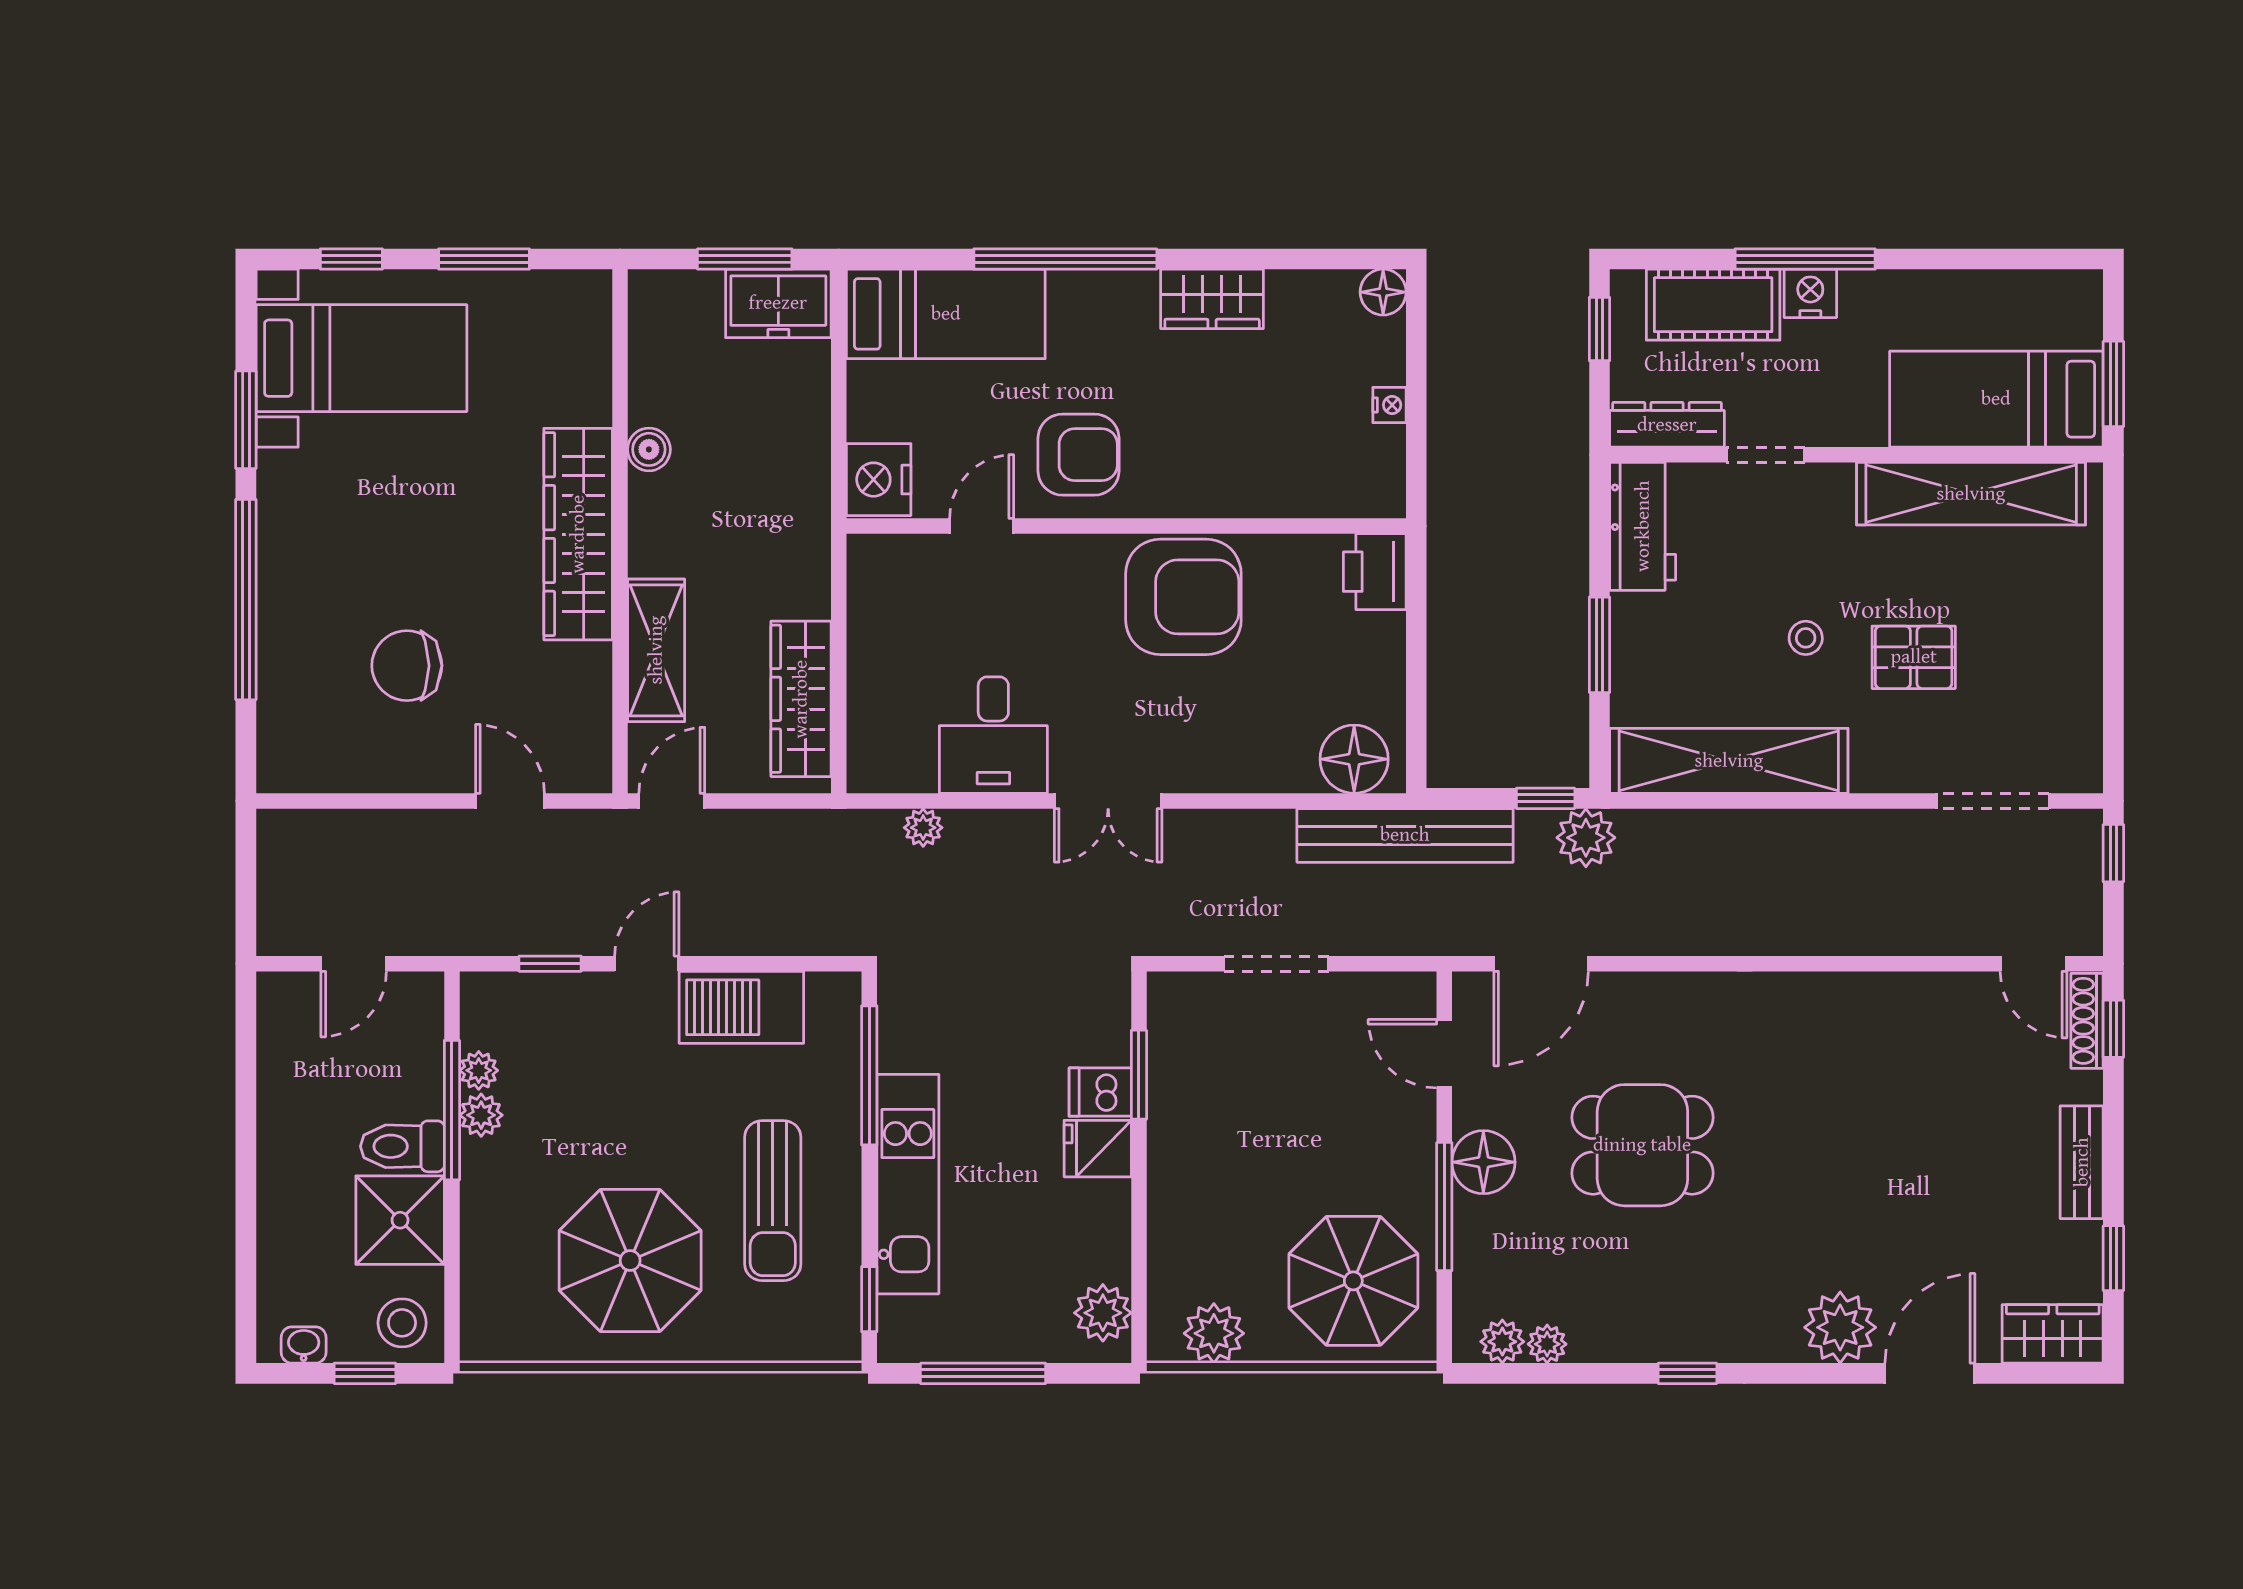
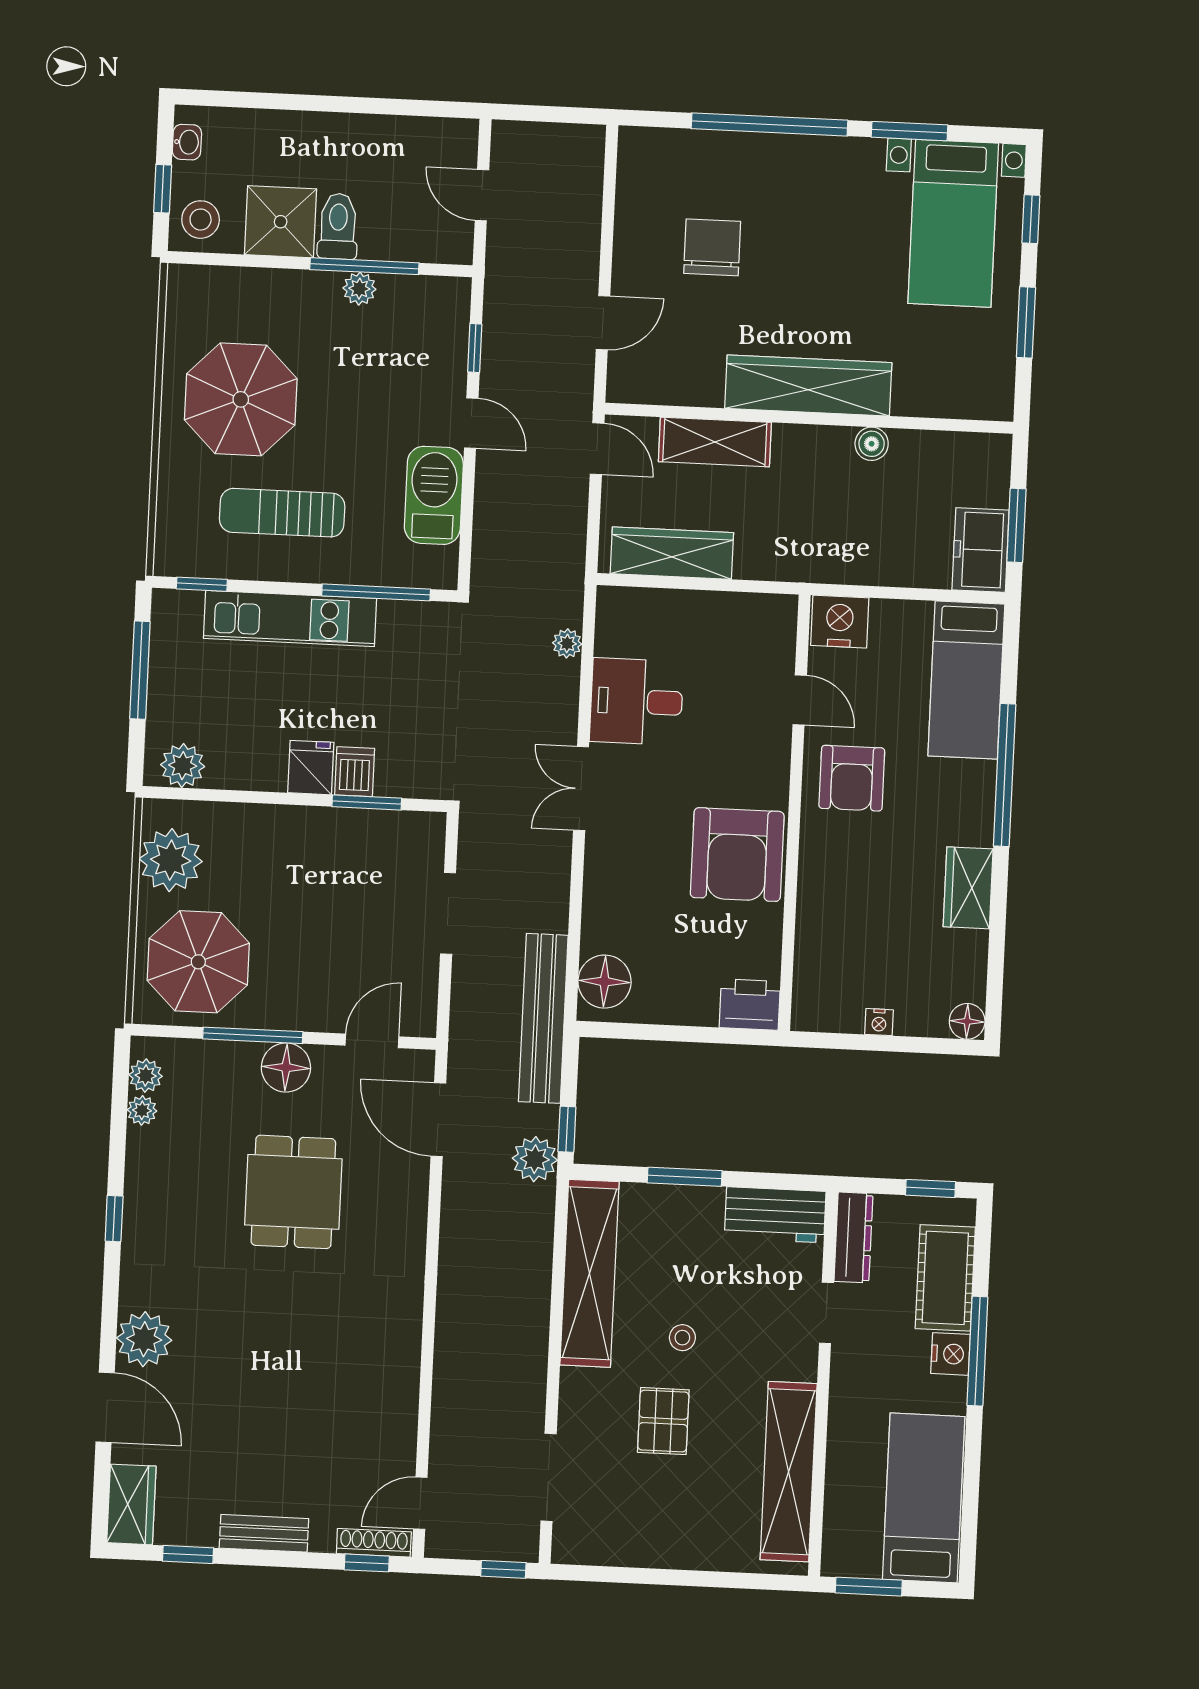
bed: (1996, 399) -> (924, 1498), moved
plant: (479, 1070) -> (394, 288), removed
plant: (1214, 1333) -> (171, 860), width x1.36, depth x1.36

